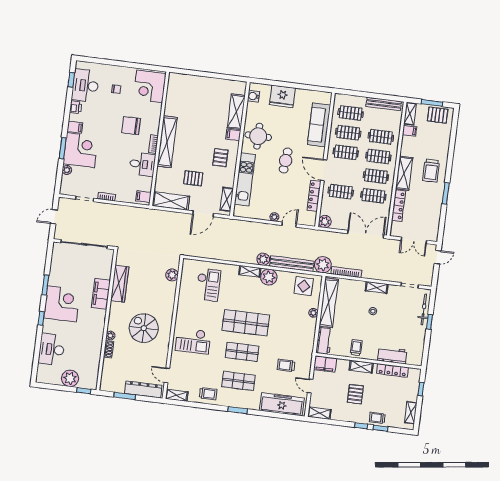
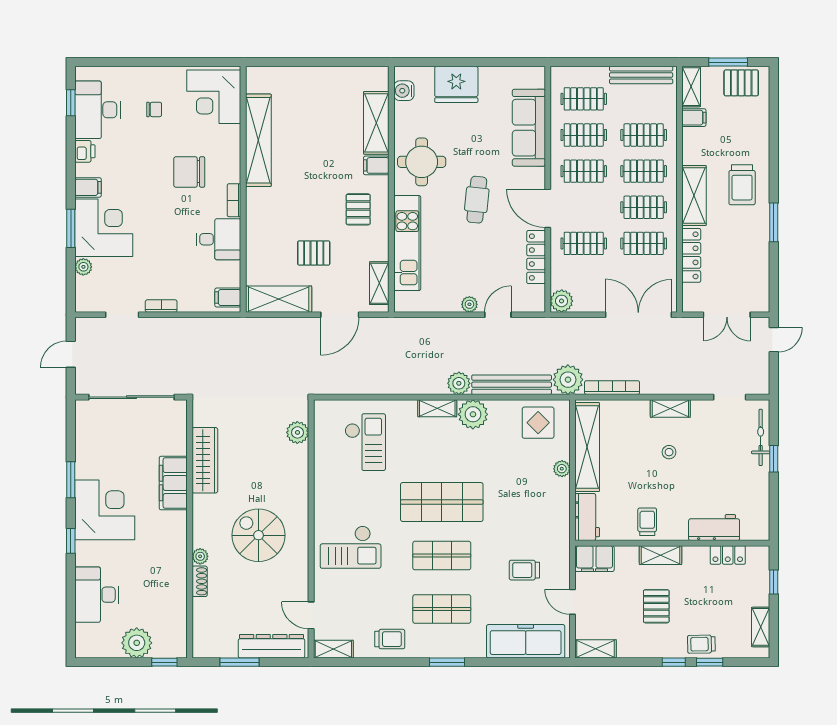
shelving: (167, 142) -> (258, 140), moved
locker: (393, 371) -> (728, 555), width x0.66

